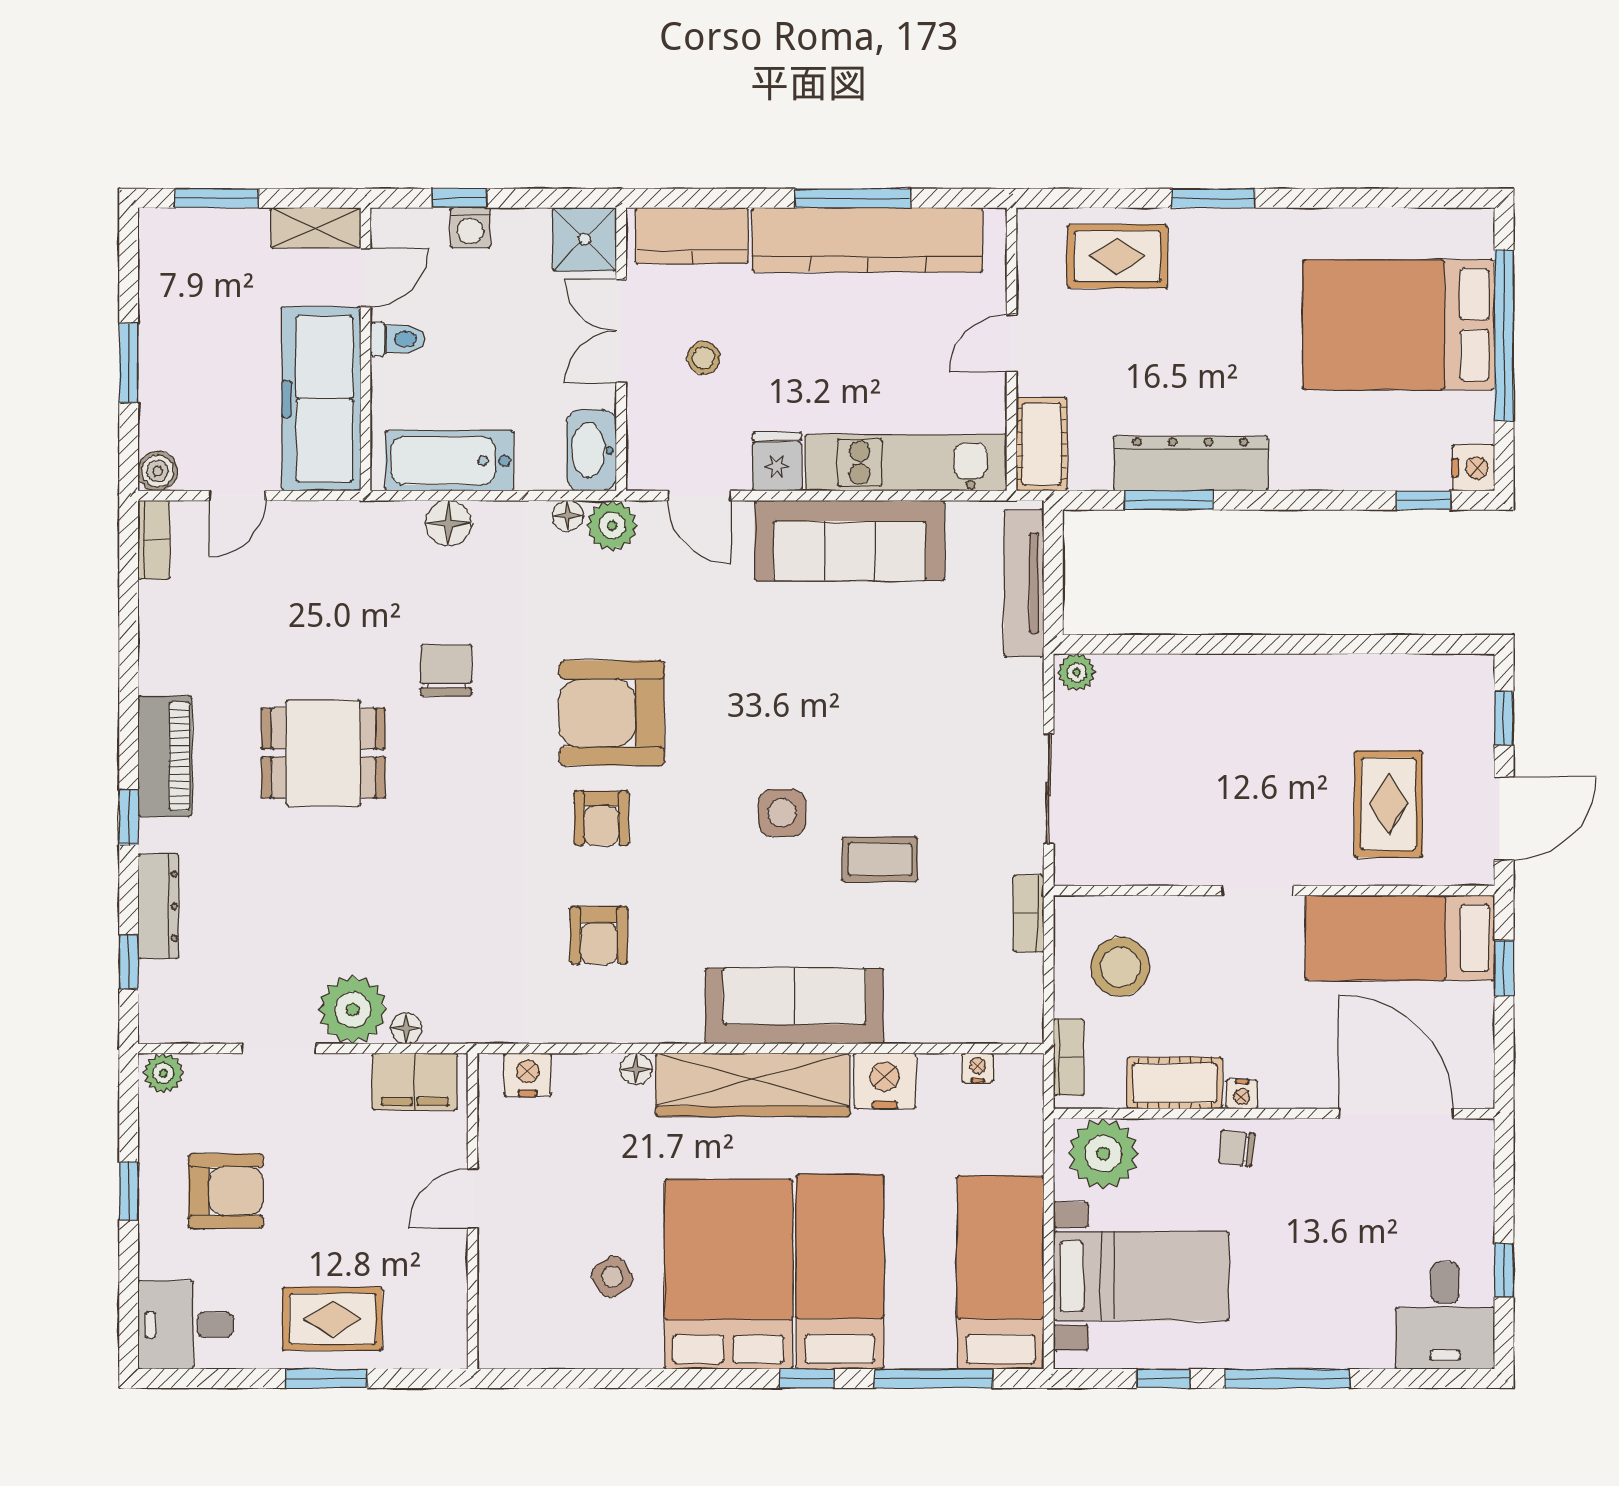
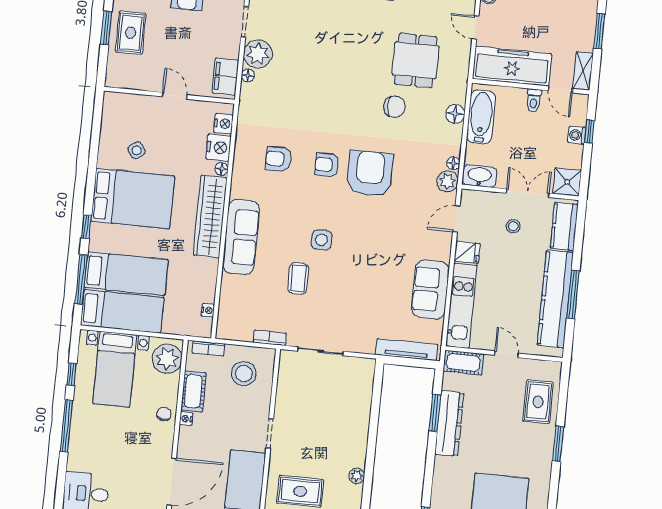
sofa: (850, 541) -> (430, 290), width x0.73
plant: (1077, 672) -> (357, 476), moved
dining table: (323, 753) -> (416, 60), moved
nightstand: (885, 1081) -> (219, 148), moved
bed: (840, 1272) -> (126, 274), moved

